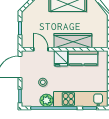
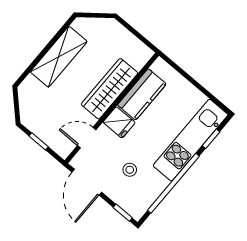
plant: (46, 100) -> (156, 184), removed

